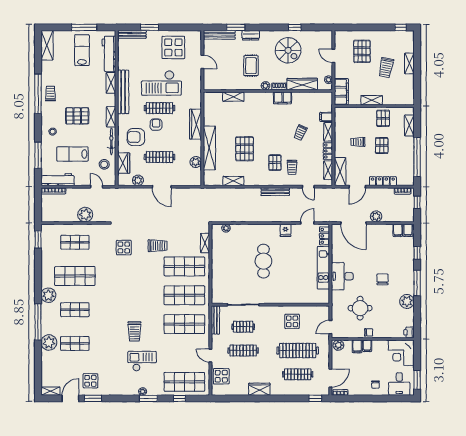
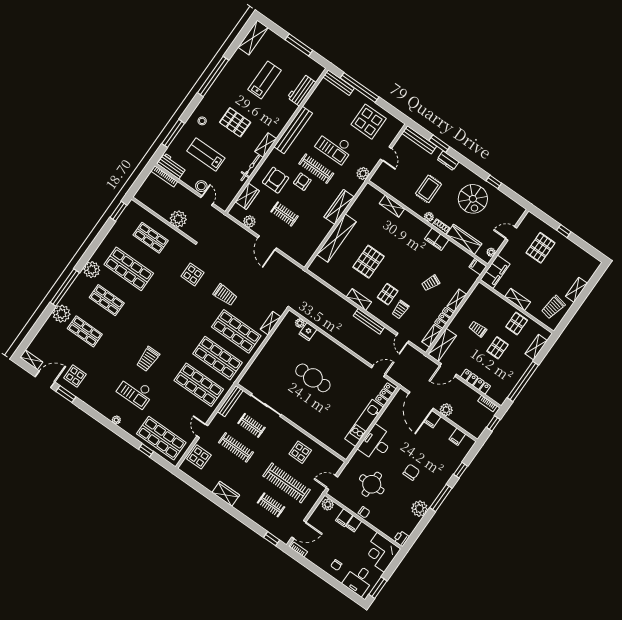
window: (150, 27) -> (360, 88), width x2.11
window: (401, 27) -> (564, 231), moved
lab bench: (82, 50) -> (265, 80), moved
workbench: (109, 54) -> (302, 90), width x0.73
door: (333, 56) -> (511, 233), hinge flipped
trolley: (386, 68) -> (553, 307), moved
shelving: (111, 83) -> (288, 114), removed
checkout: (161, 83) -> (334, 147), width x0.73, depth x0.83
trolley: (50, 94) -> (225, 84), removed
filing cabinet: (326, 117) -> (478, 267), moved
armchair: (136, 137) -> (276, 180), turned 90
clothes rail: (160, 157) -> (284, 214), width x0.73
plant: (196, 162) -> (363, 173), moved
stool: (104, 164) -> (201, 186), moved
workbench: (58, 180) -> (172, 166), width x0.73
shelving: (233, 181) -> (359, 299), moved
fridge: (285, 230) -> (308, 332), moved
filing cabinet: (408, 230) -> (433, 419), moved
cafe table: (263, 261) -> (313, 378), turned 90
checkout: (142, 361) -> (136, 392), turned 180
clothes rail: (298, 374) -> (271, 505), width x0.73
window: (148, 398) -> (117, 430), removed

